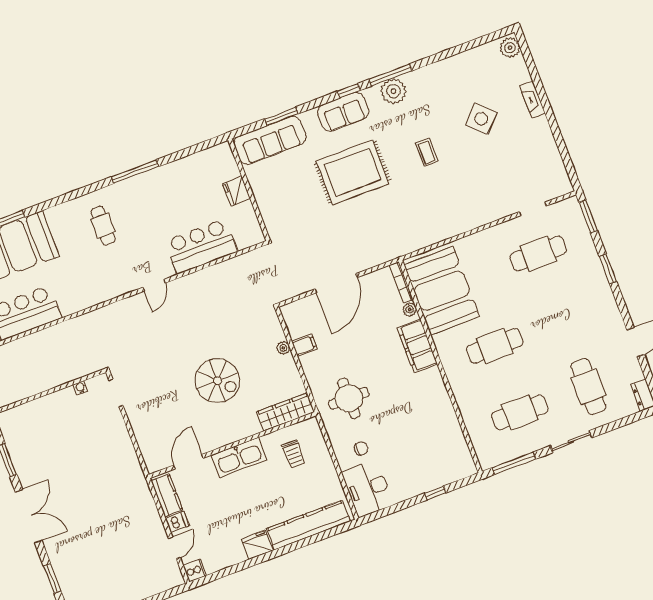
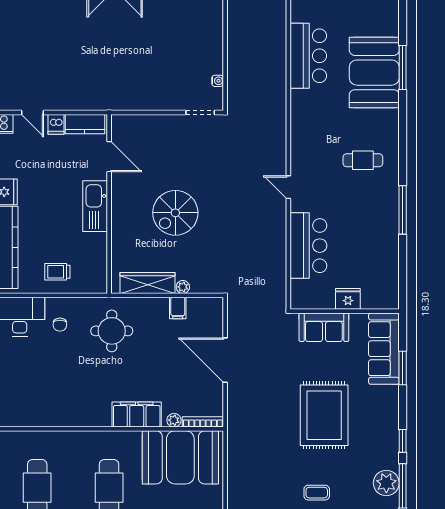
sofa: (343, 112) -> (324, 327), moved, turned -90
wardrobe: (286, 412) -> (148, 283), moved, turned -90
trolley: (293, 454) -> (57, 272), moved

